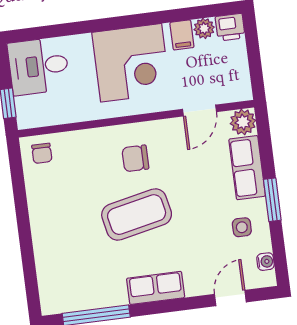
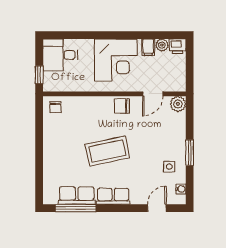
chair: (135, 158) -> (122, 106), moved
row of seats: (247, 168) -> (77, 195), moved, turned 90

